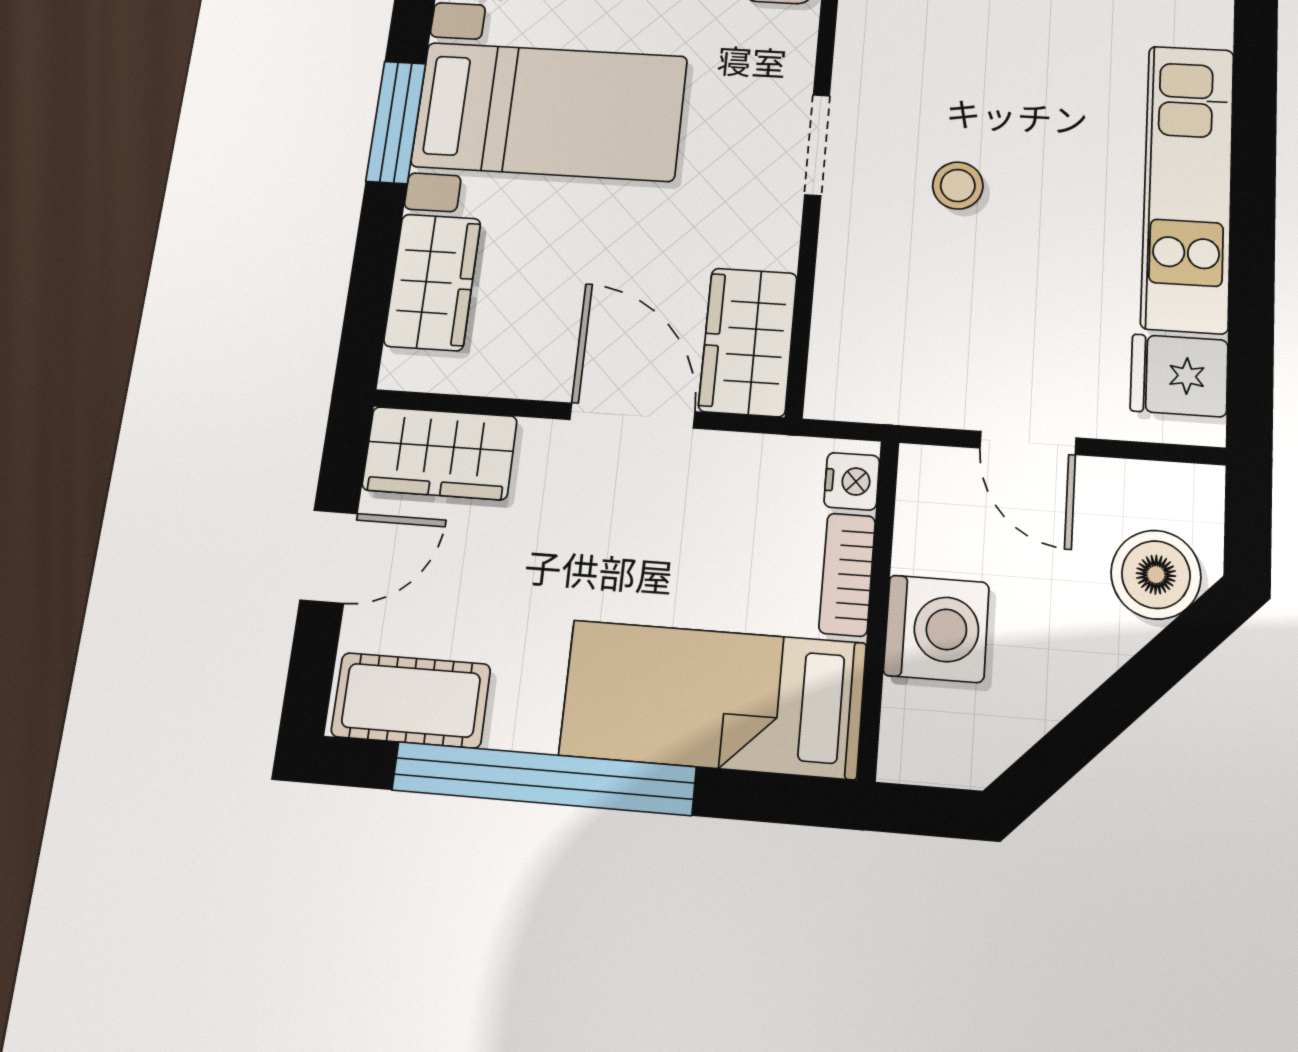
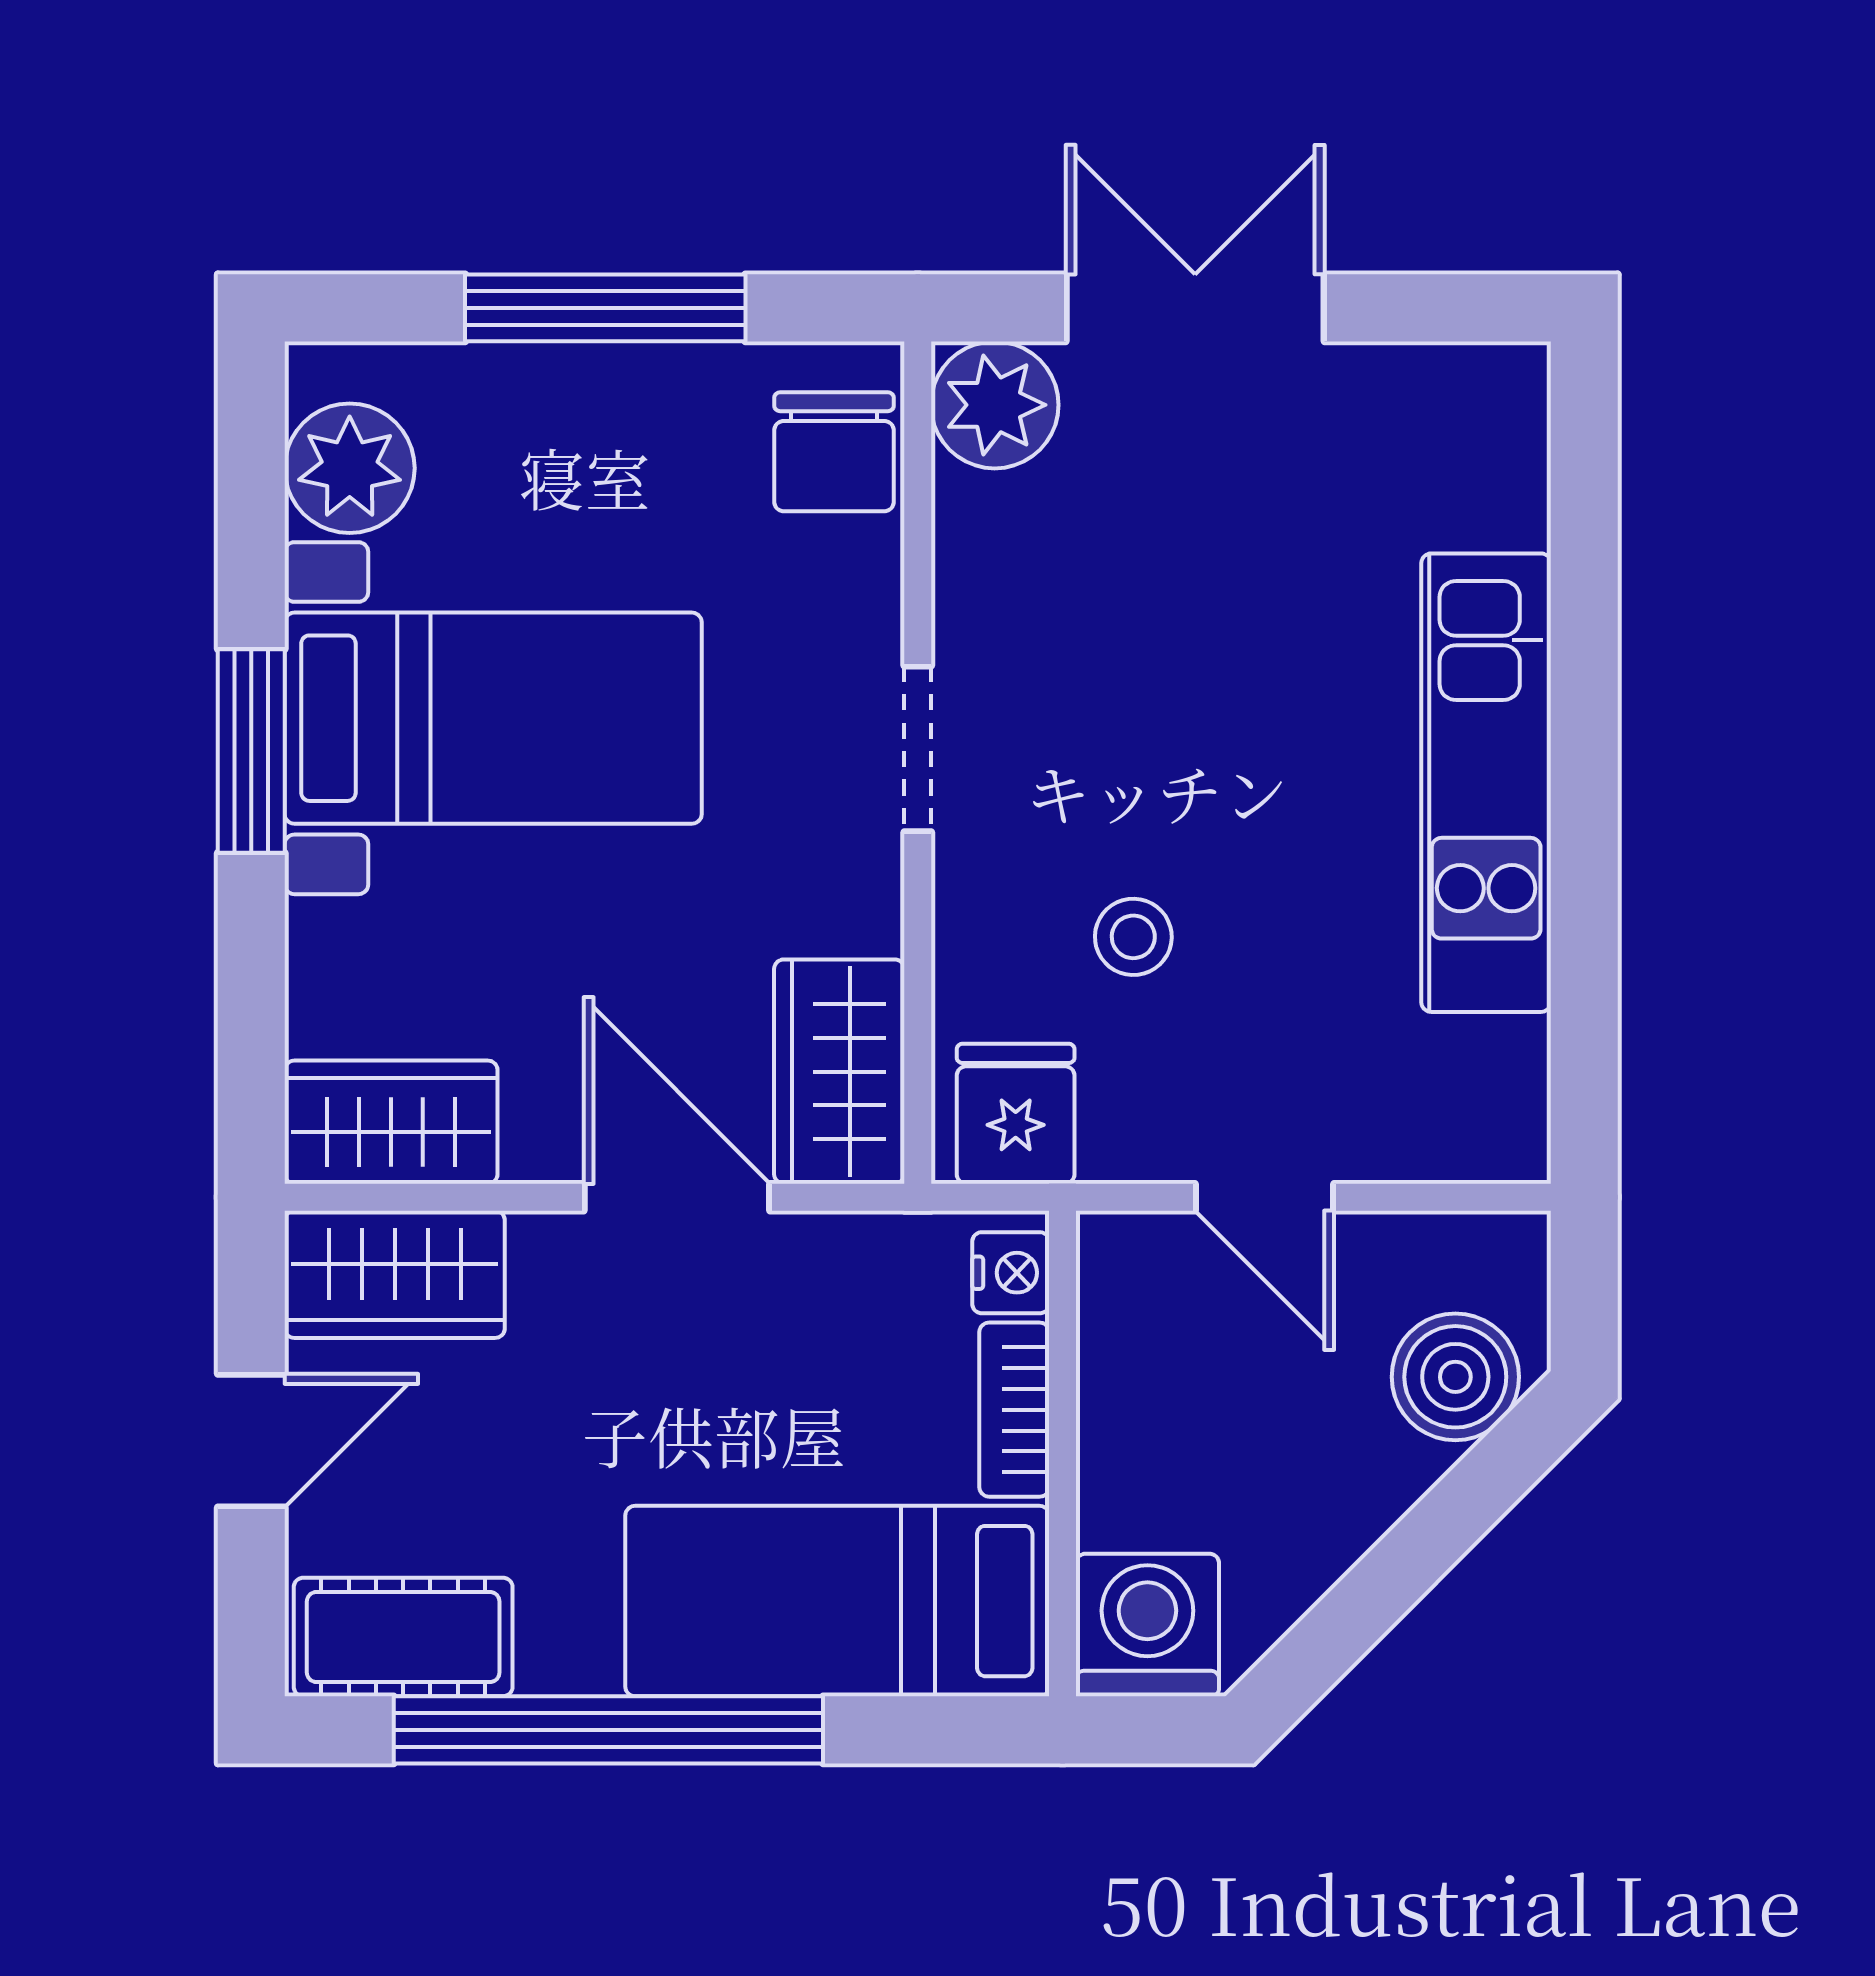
stool: (958, 186) -> (1133, 937), moved
wardrobe: (432, 282) -> (391, 1122), moved, turned -90
fridge: (1179, 375) -> (1016, 1114), moved, turned 90
washing machine: (936, 629) -> (1147, 1625), moved, turned -90

